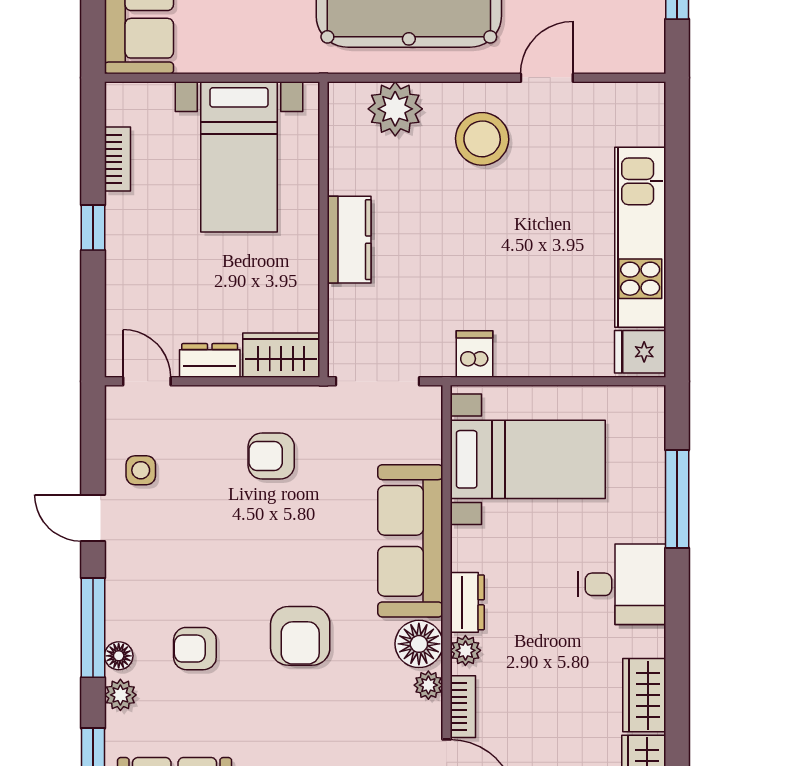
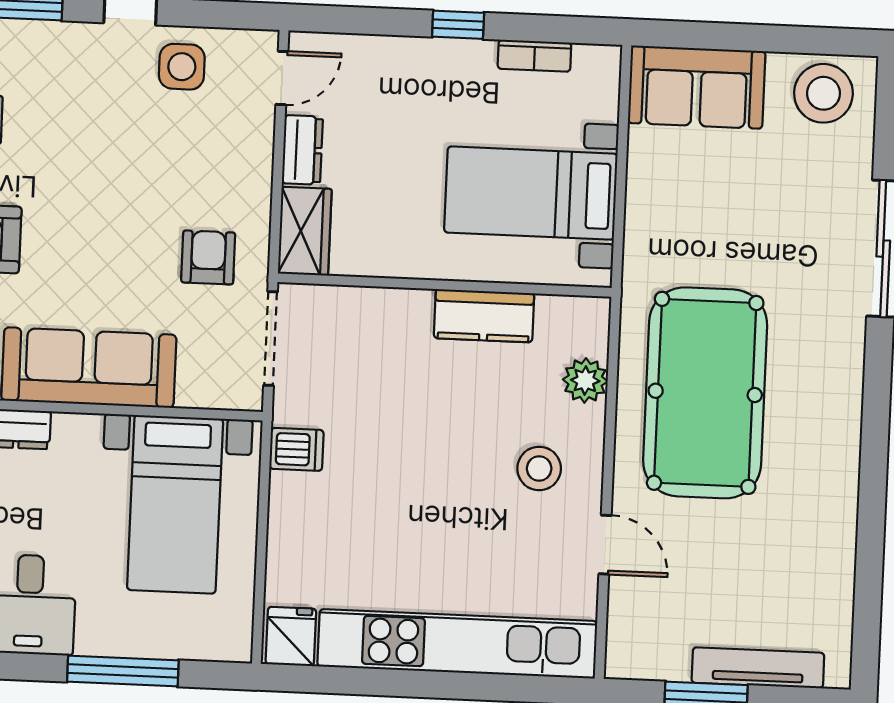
plant: (395, 109) -> (585, 380), width x0.73, depth x0.73
stool: (482, 139) -> (539, 469), width x0.73, depth x0.73
kitchen unit: (640, 237) -> (457, 644), width x1.36
kitchen counter: (349, 240) -> (484, 316), moved
armchair: (271, 456) -> (208, 257), moved
side table: (141, 470) -> (182, 67), width x1.37, depth x1.37

